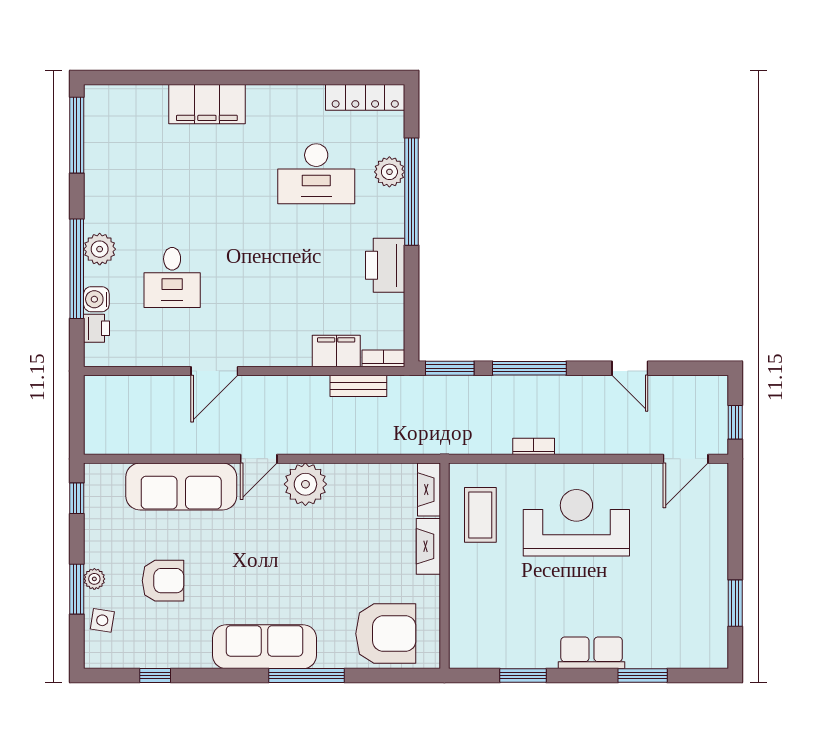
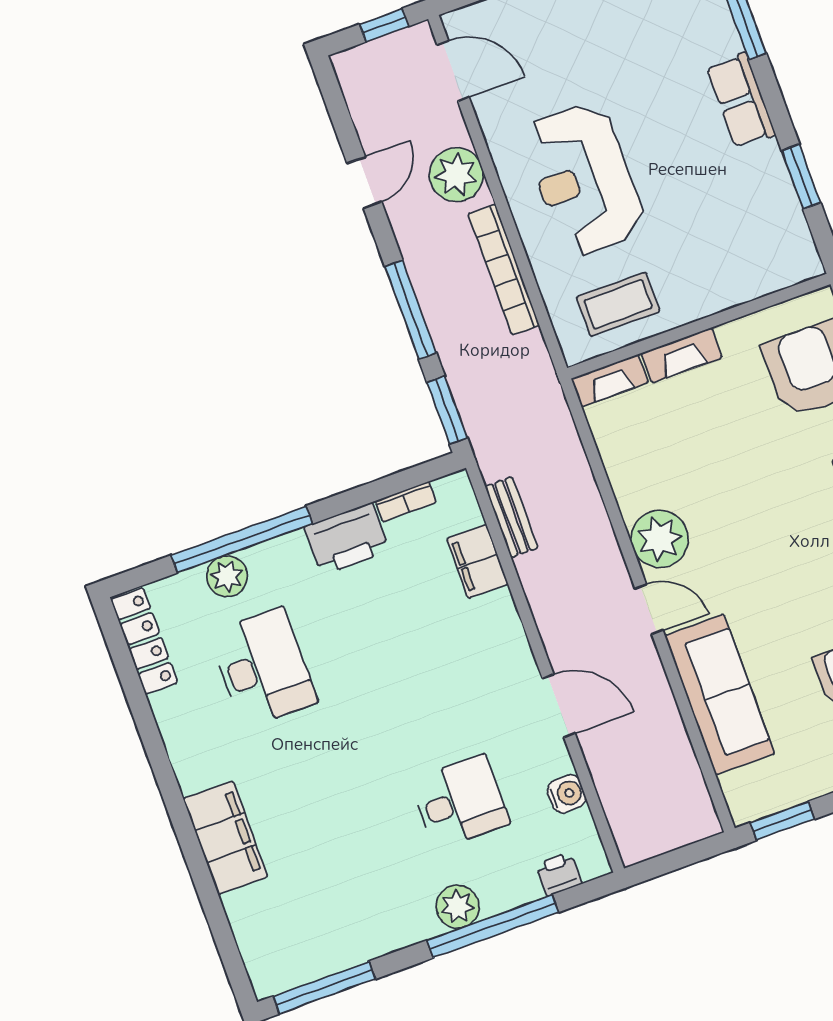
water cooler: (96, 299) -> (567, 794), moved, turned -90
bookcase: (383, 358) -> (406, 502), moved, turned -90
plant: (612, 435) -> (456, 175), added
bookcase: (534, 446) -> (504, 270), width x2.31, depth x1.31
window: (77, 498) -> (782, 821), width x1.50

